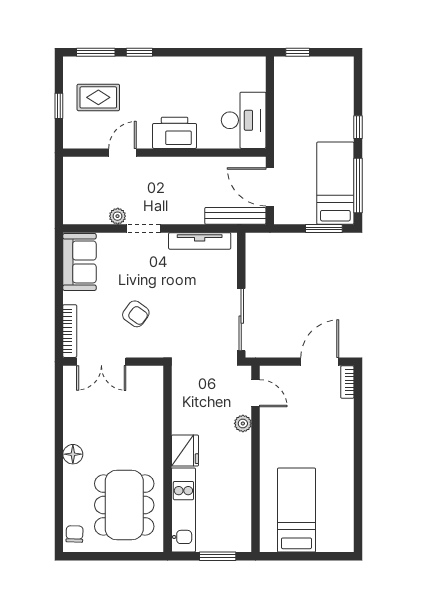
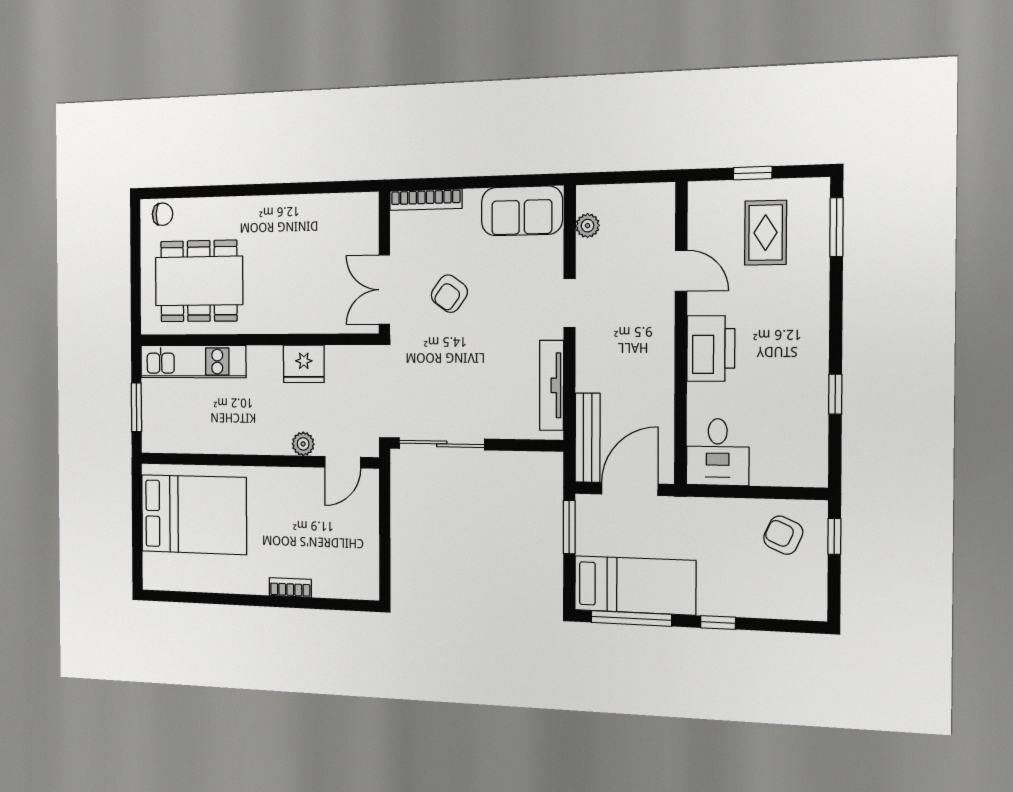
window: (139, 52) -> (835, 394), moved
armchair: (298, 85) -> (783, 535), added
desk: (244, 120) -> (718, 452), width x0.73
plant: (118, 216) -> (588, 226), moved
window: (324, 228) -> (569, 527), moved
double door: (101, 362) -> (384, 290), moved
door: (320, 362) -> (385, 553), removed
bookcase: (347, 382) -> (290, 587), moved
fridge: (185, 451) -> (304, 364), moved
floor lamp: (73, 454) -> (263, 209), removed
bed: (296, 510) -> (194, 515), width x1.50

